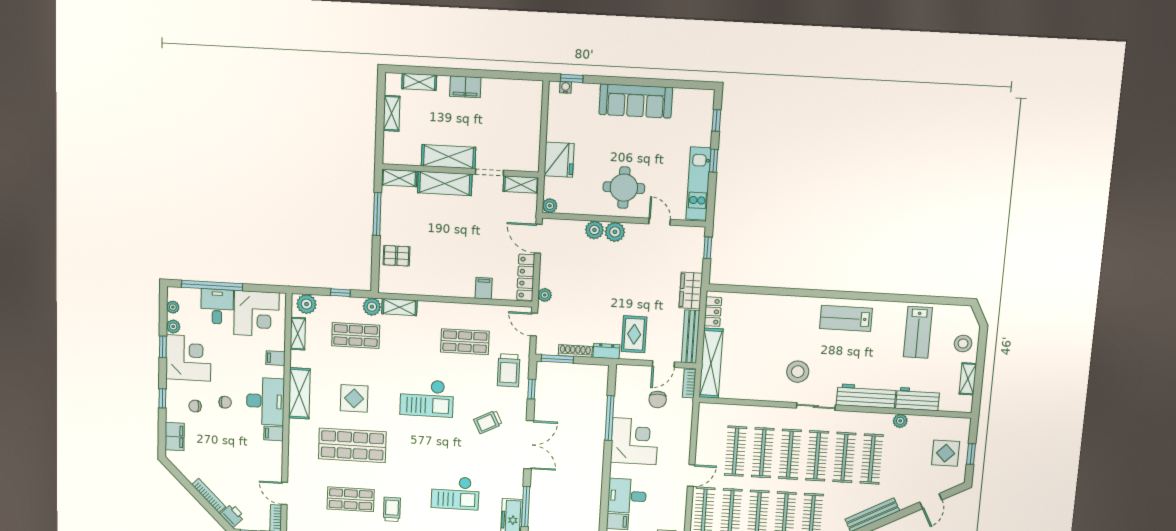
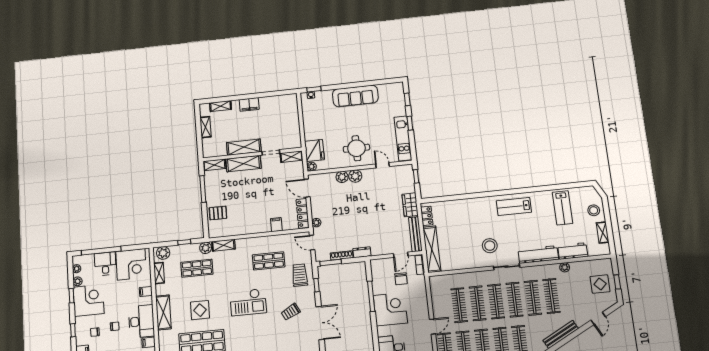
fridge: (559, 160) -> (314, 150), moved
rug: (634, 334) -> (378, 238), removed
trolley: (509, 370) -> (300, 275), turned 180

